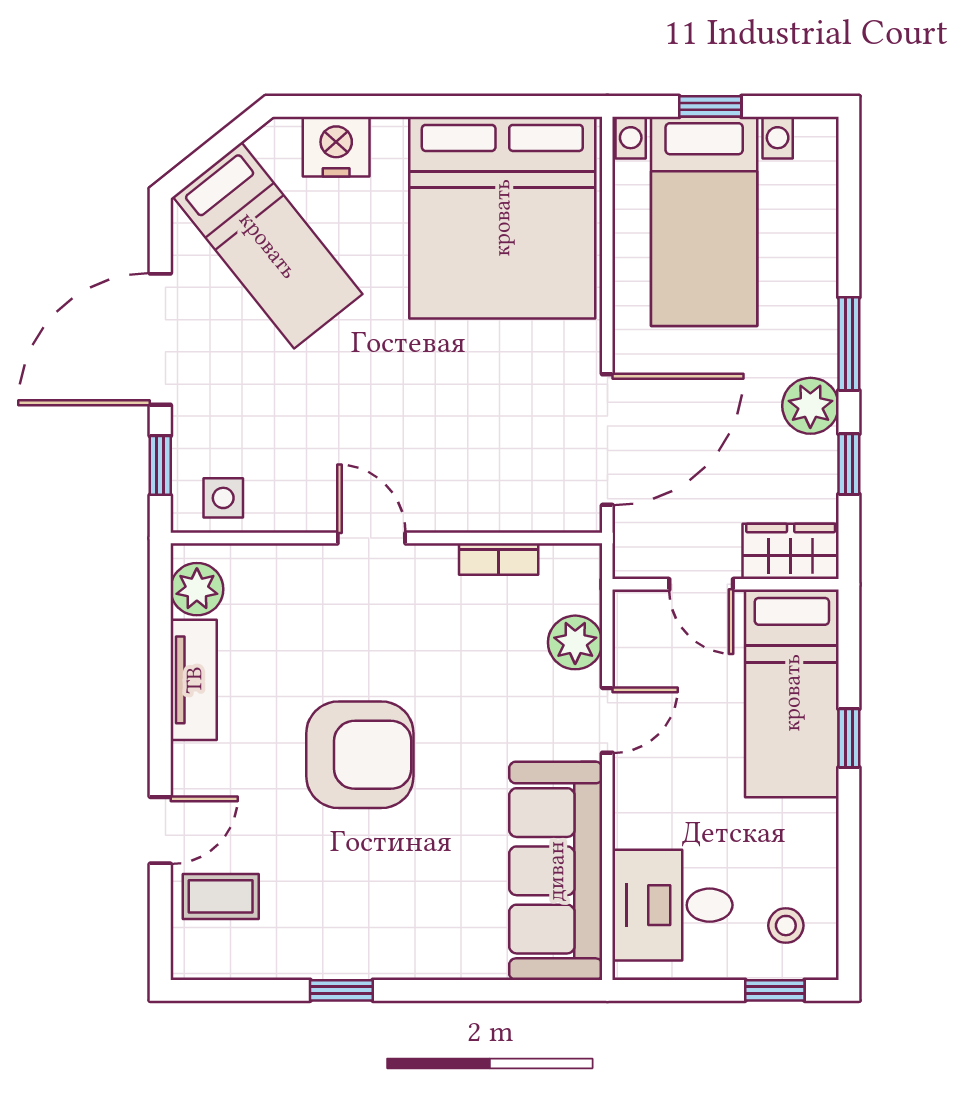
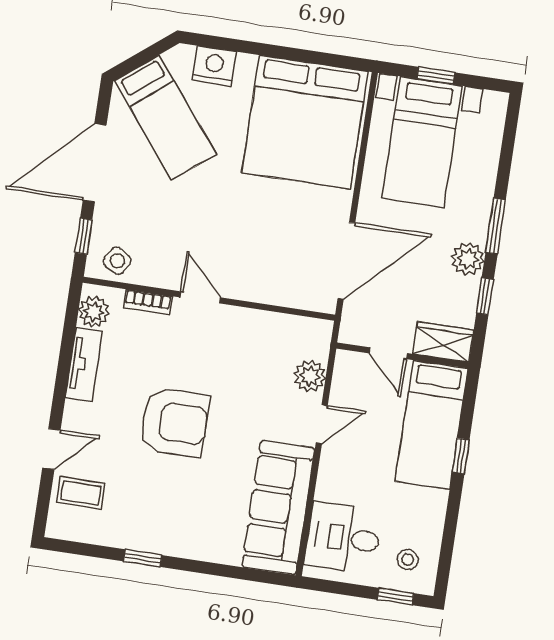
side table: (223, 498) -> (117, 261), turned 31
bookcase: (499, 559) -> (148, 302), moved

